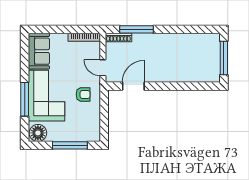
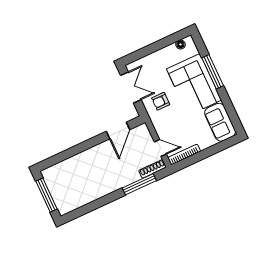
door: (103, 68) -> (160, 148), moved
double door: (104, 119) -> (131, 87), added
floor lamp: (38, 133) -> (180, 44), width x0.53, depth x0.53
window: (70, 145) -> (151, 49), removed

